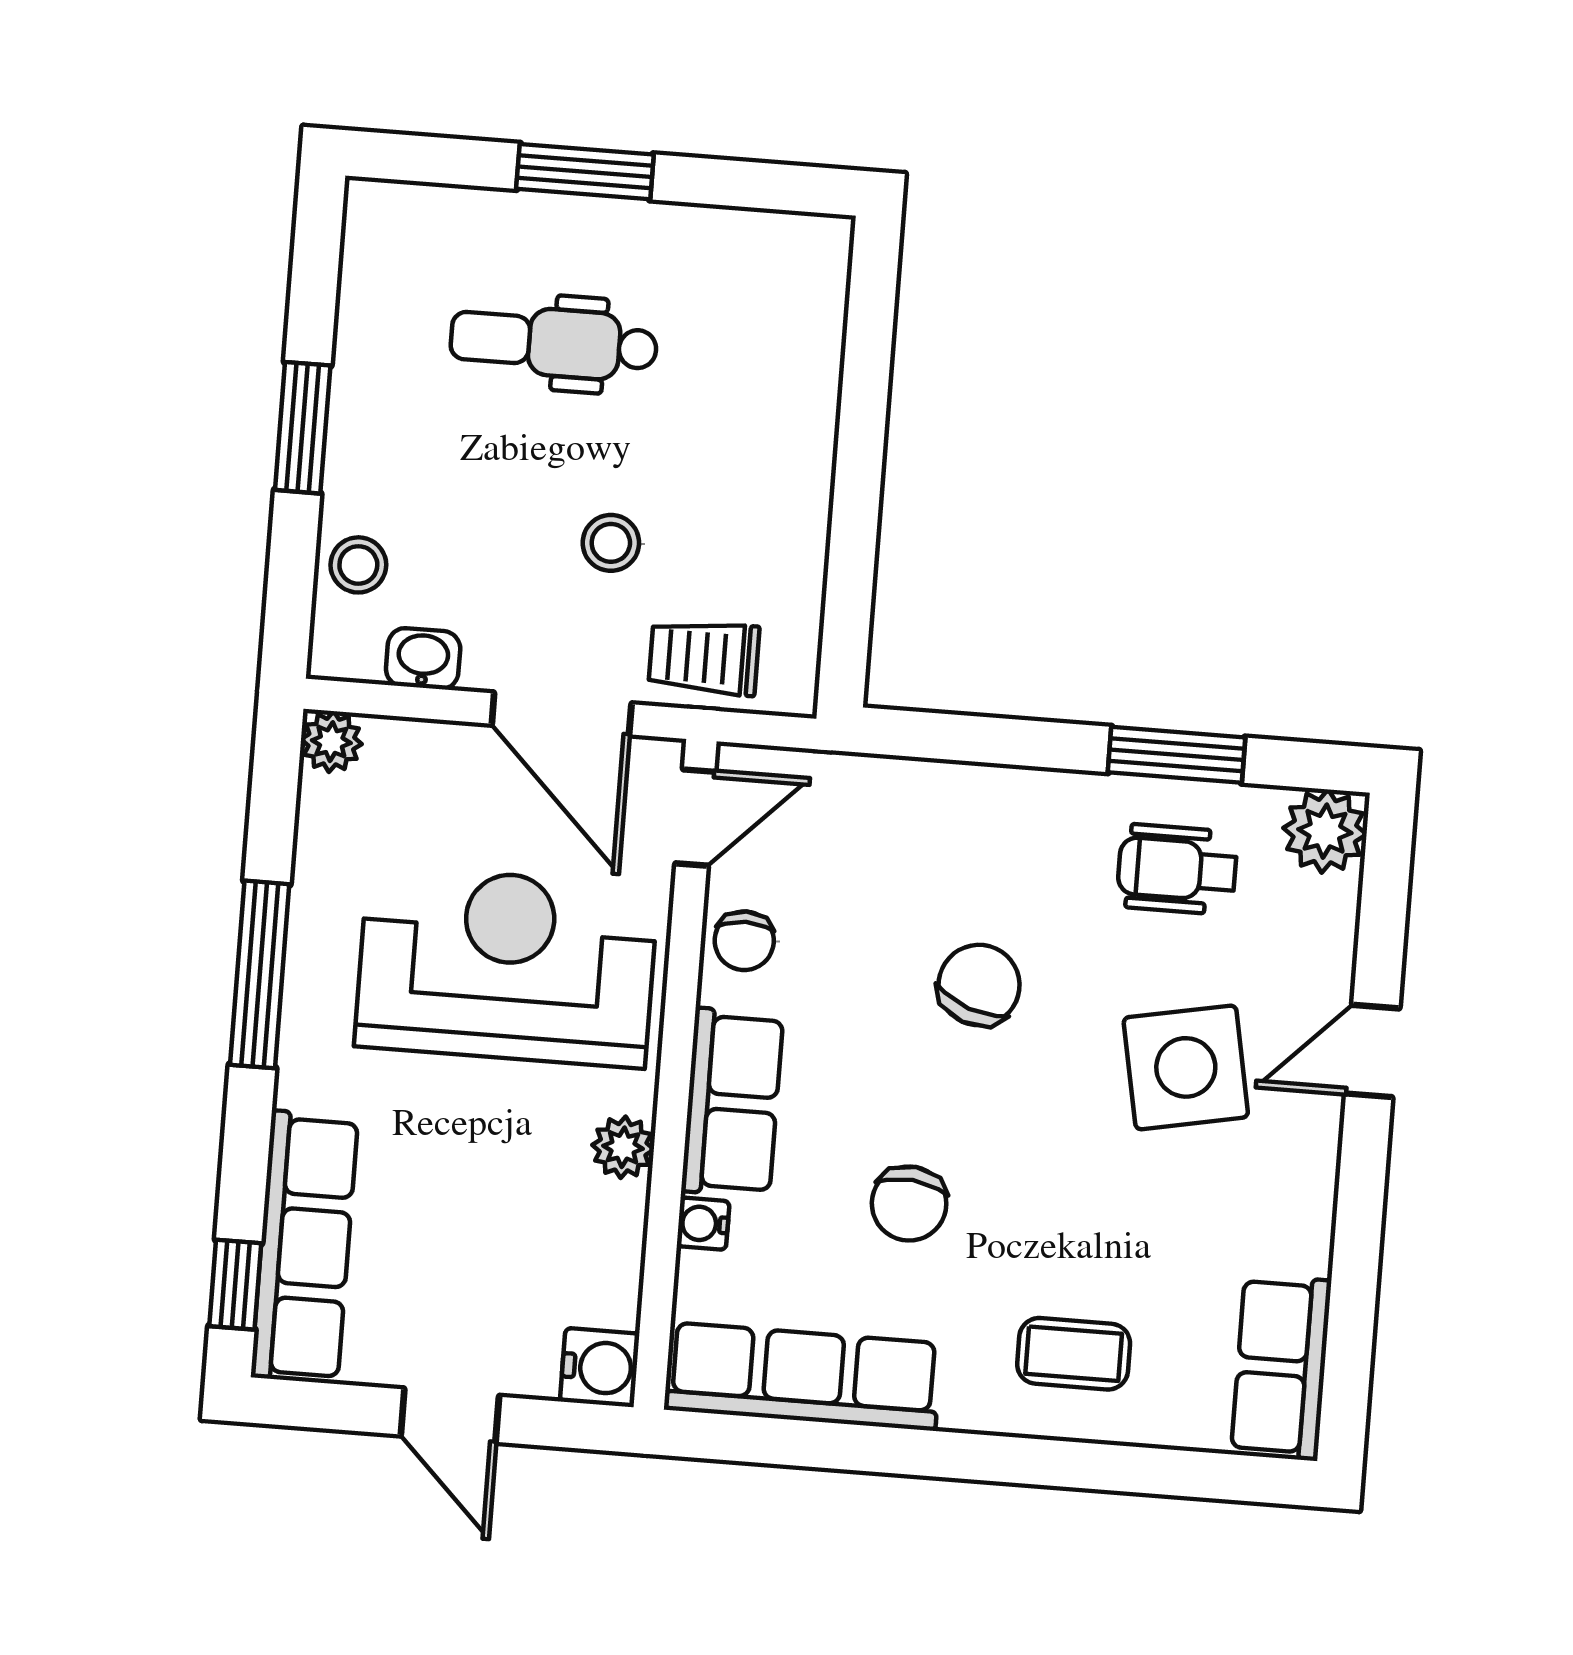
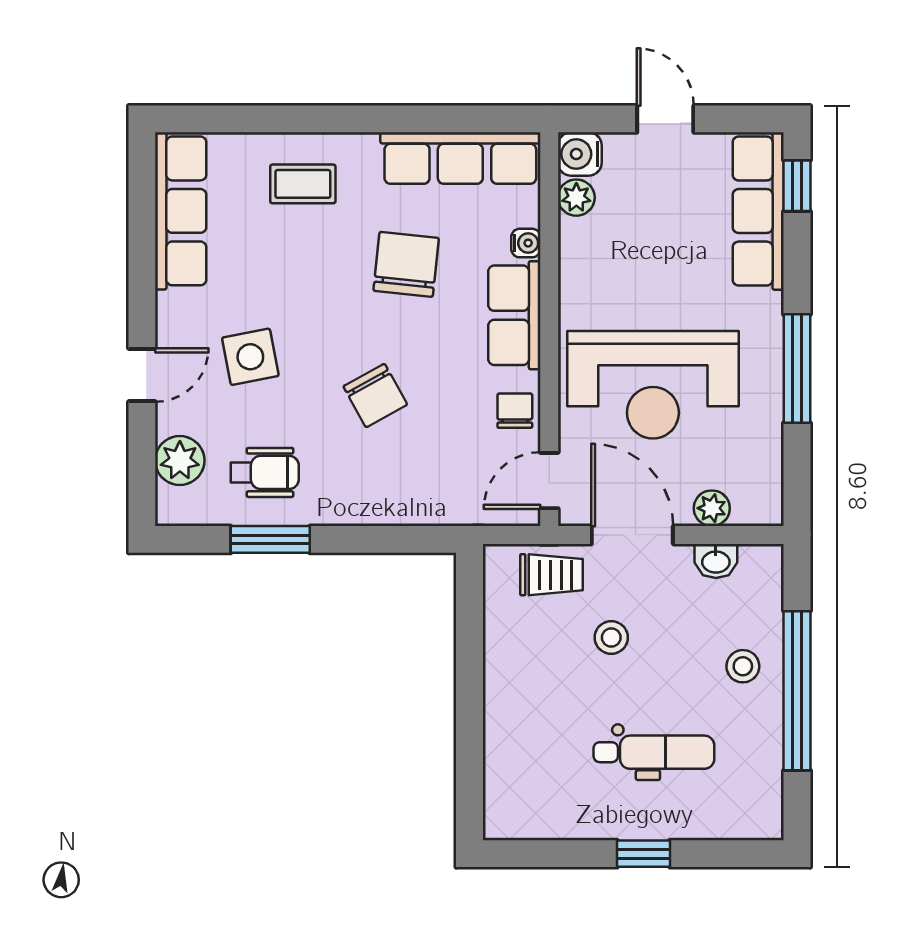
window: (585, 172) -> (644, 854), width x0.67
window: (303, 428) -> (797, 691), width x2.11
stool: (358, 565) -> (743, 666), moved
plant: (331, 742) -> (712, 508), moved
plant: (1325, 831) -> (180, 461), moved
chair: (979, 985) -> (375, 395), turned -49
side table: (1186, 1067) -> (250, 357), width x0.73, depth x0.73
plant: (623, 1147) -> (576, 198), moved
chair: (909, 1204) -> (406, 264), width x1.37, depth x1.37
row of seats: (1281, 1367) -> (181, 211), width x1.48

